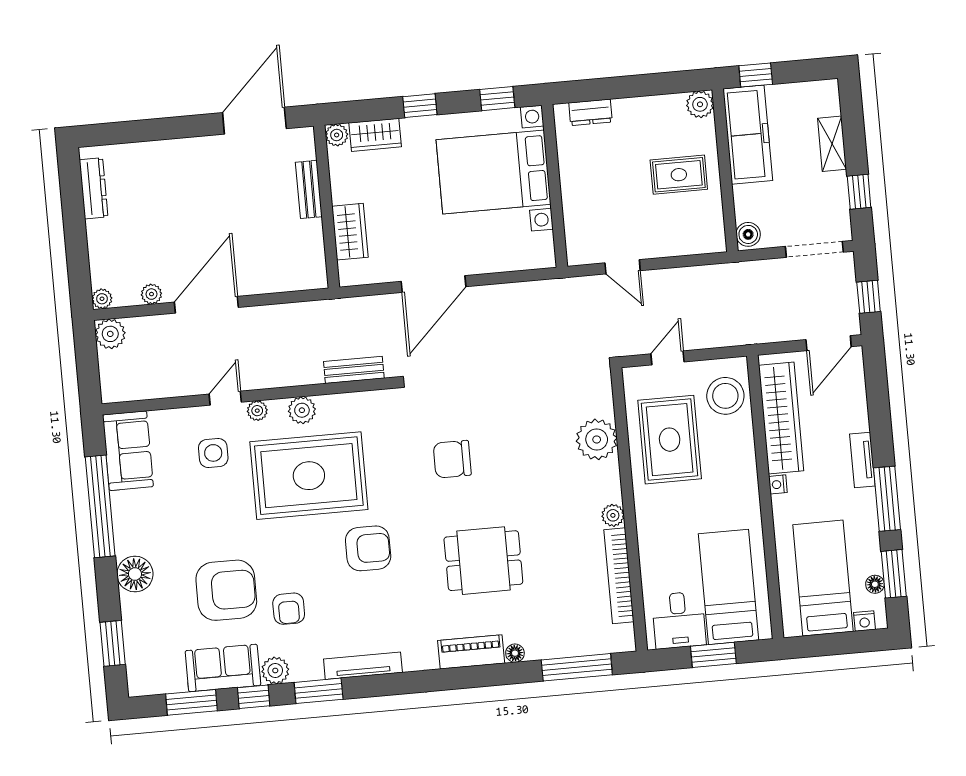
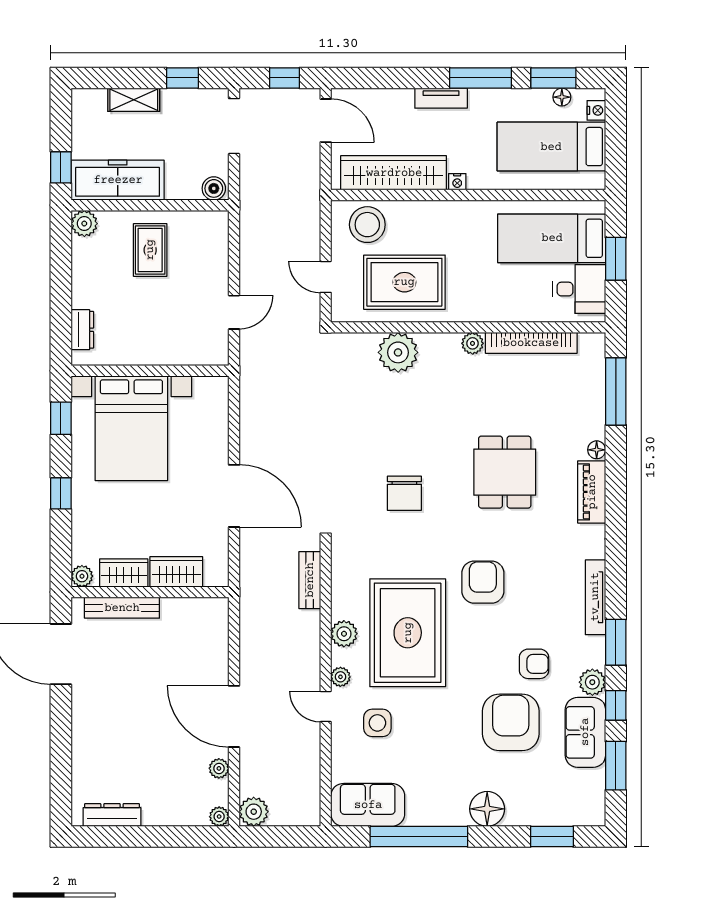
wardrobe: (375, 135) -> (124, 573), moved, turned -90
bench: (309, 189) -> (122, 608), width x1.36

